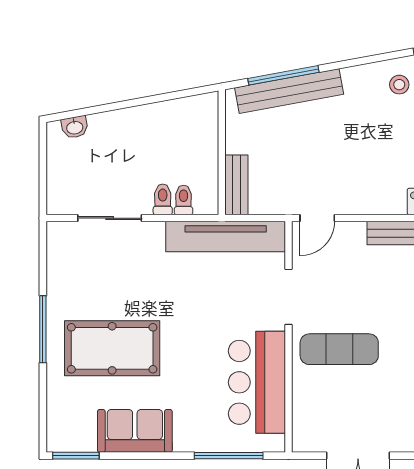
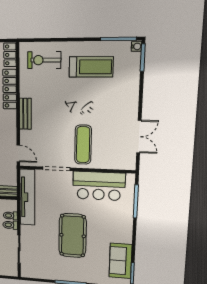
pool table: (112, 348) -> (73, 236), moved
sofa: (135, 431) -> (121, 261), moved

